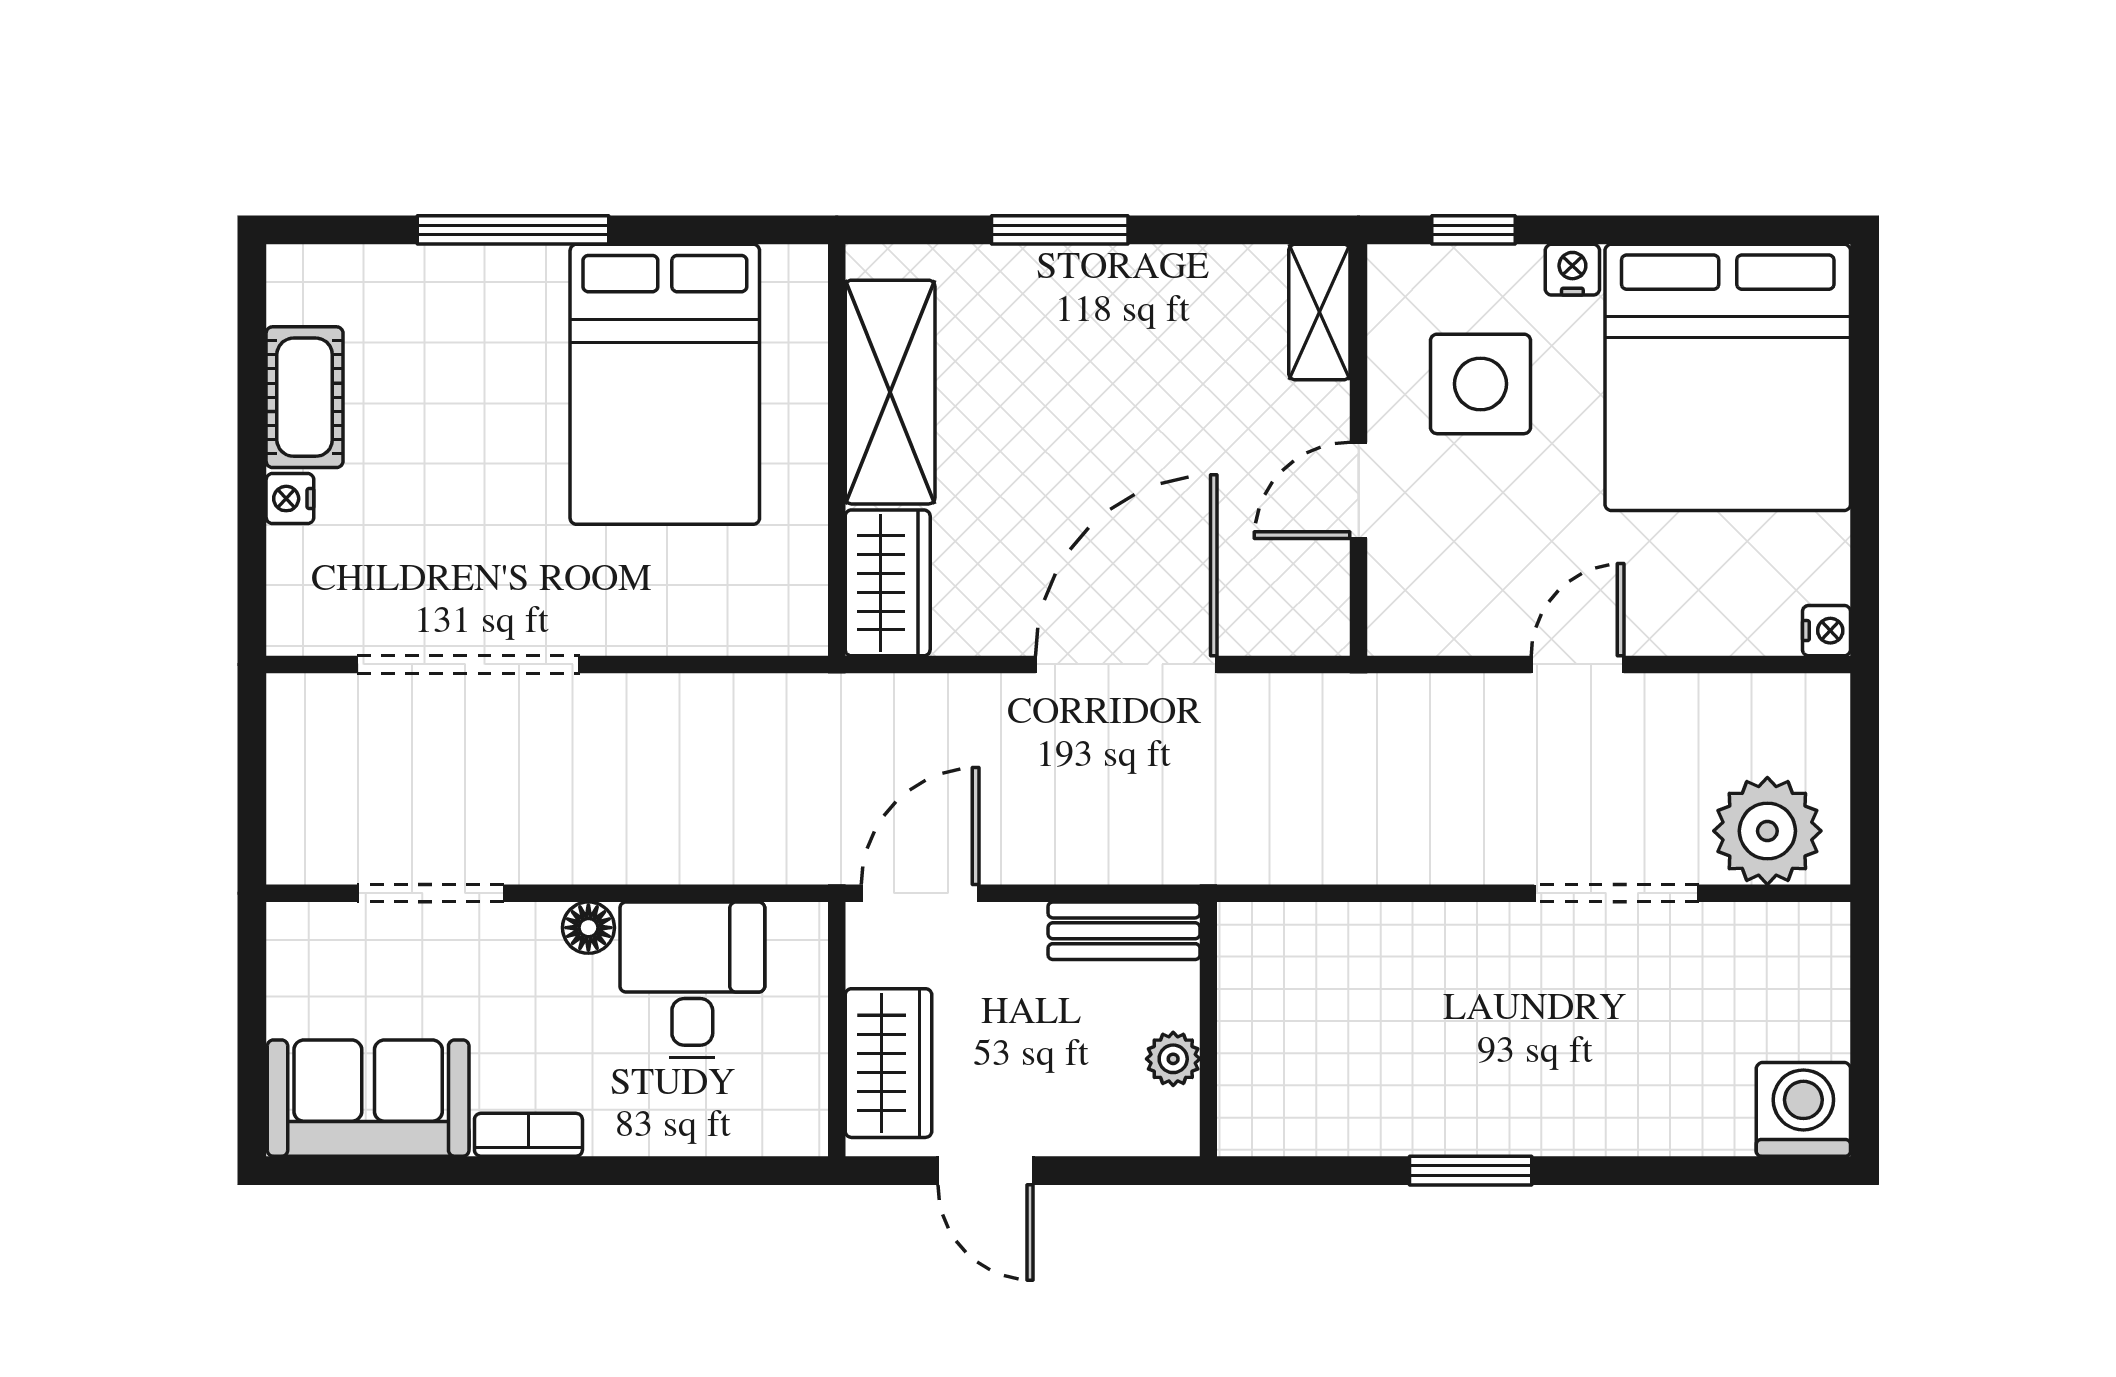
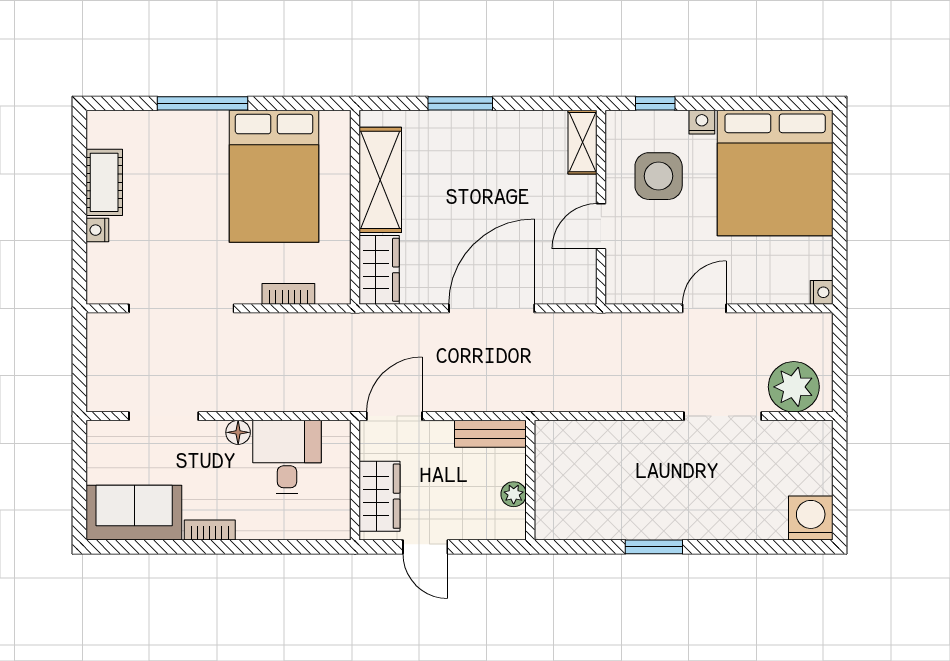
bookcase: (695, 634) -> (288, 294), added

